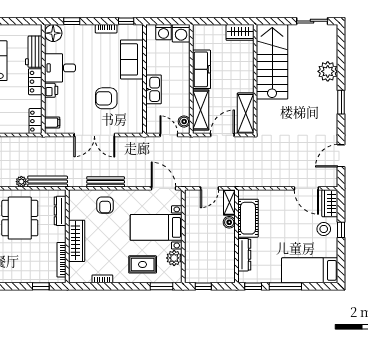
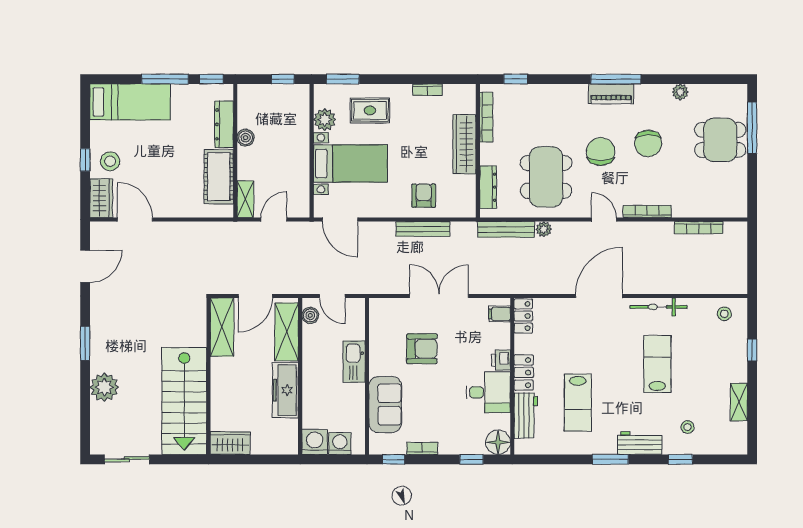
boiler: (229, 222) -> (246, 138), moved

